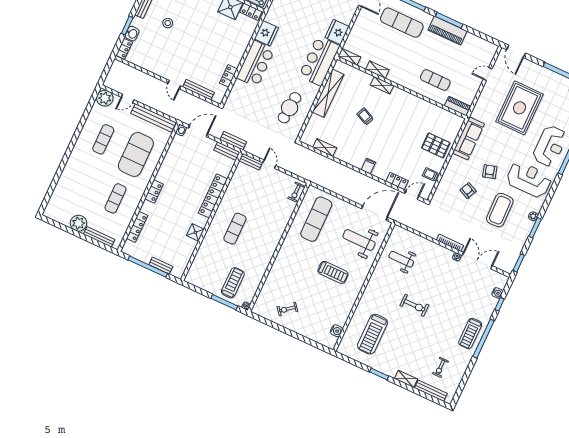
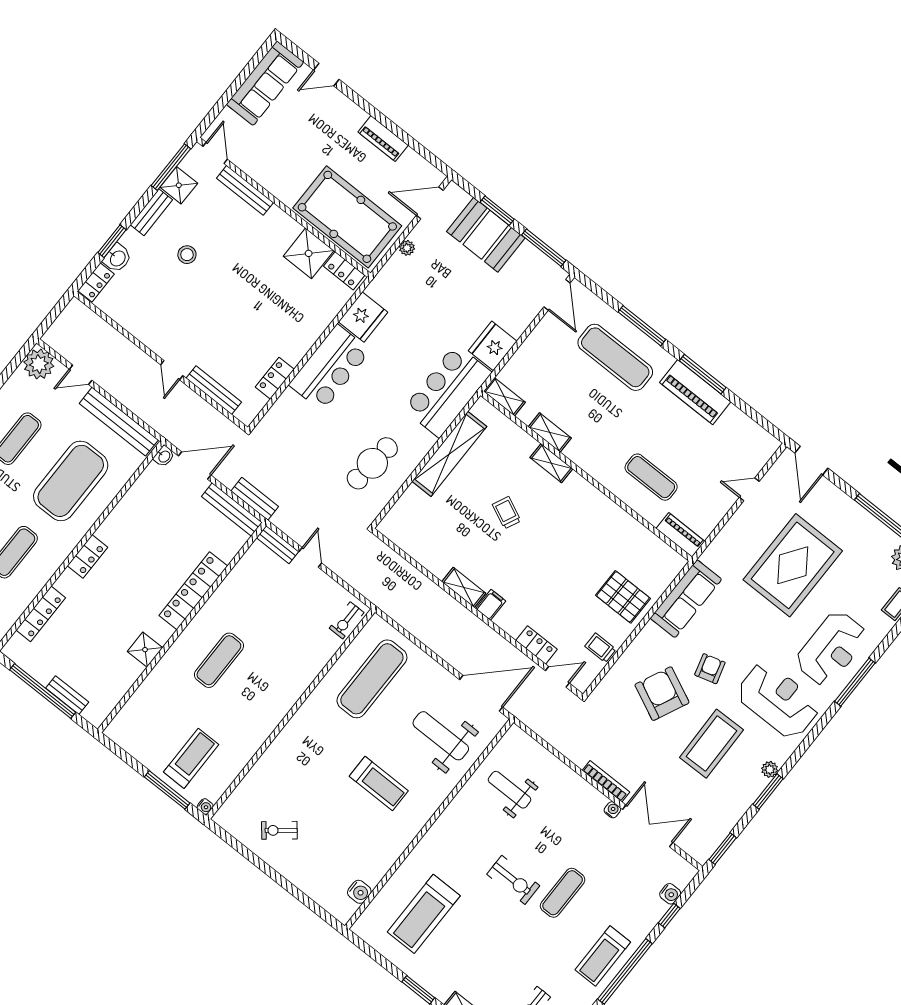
shelving: (325, 148) -> (464, 587), moved
bench: (227, 151) -> (232, 510), width x1.36
armchair: (468, 190) -> (662, 694), width x1.88, depth x1.88
exercise mat: (442, 306) -> (563, 893), added

